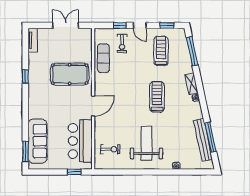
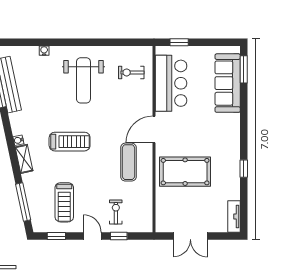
exercise mat: (103, 58) -> (128, 162), moved
treadmill: (157, 97) -> (70, 142), turned -90

